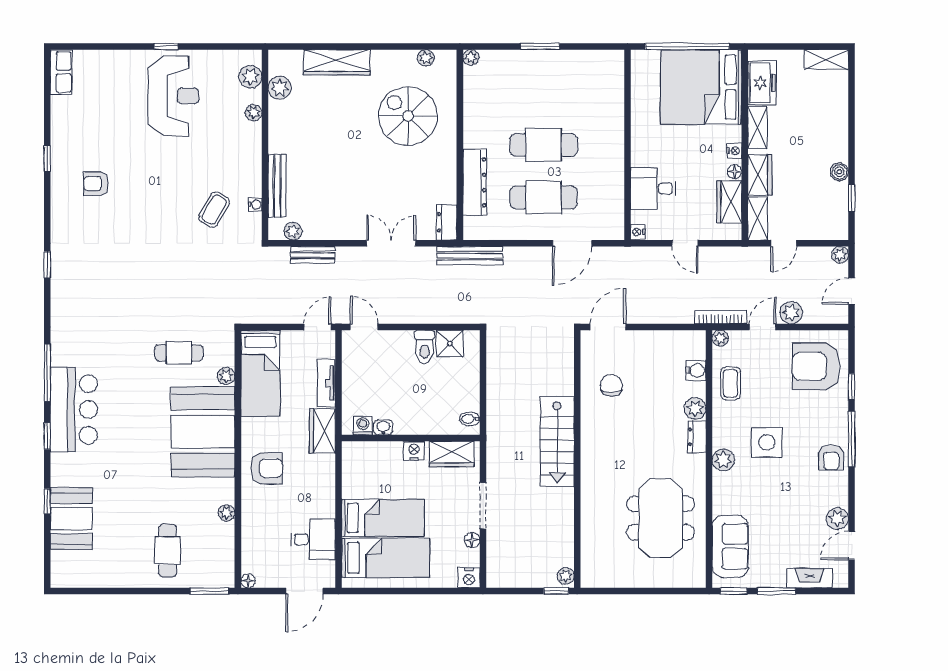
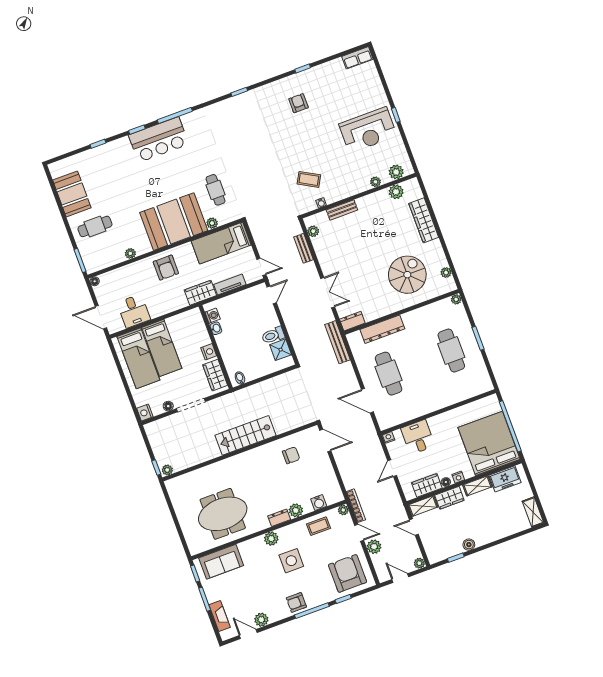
cafe table: (544, 145) -> (451, 350), moved
bench: (277, 186) -> (342, 210), width x0.73
booth: (71, 519) -> (72, 194), moved, turned 90

